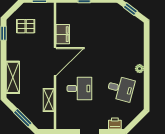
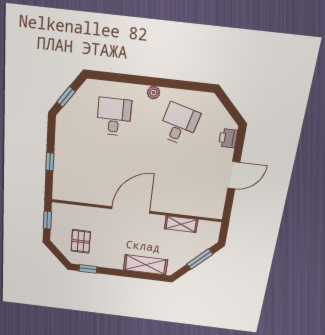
filing cabinet: (63, 34) -> (95, 196), removed
door: (55, 62) -> (131, 210), hinge flipped
desk: (79, 89) -> (114, 117), moved

